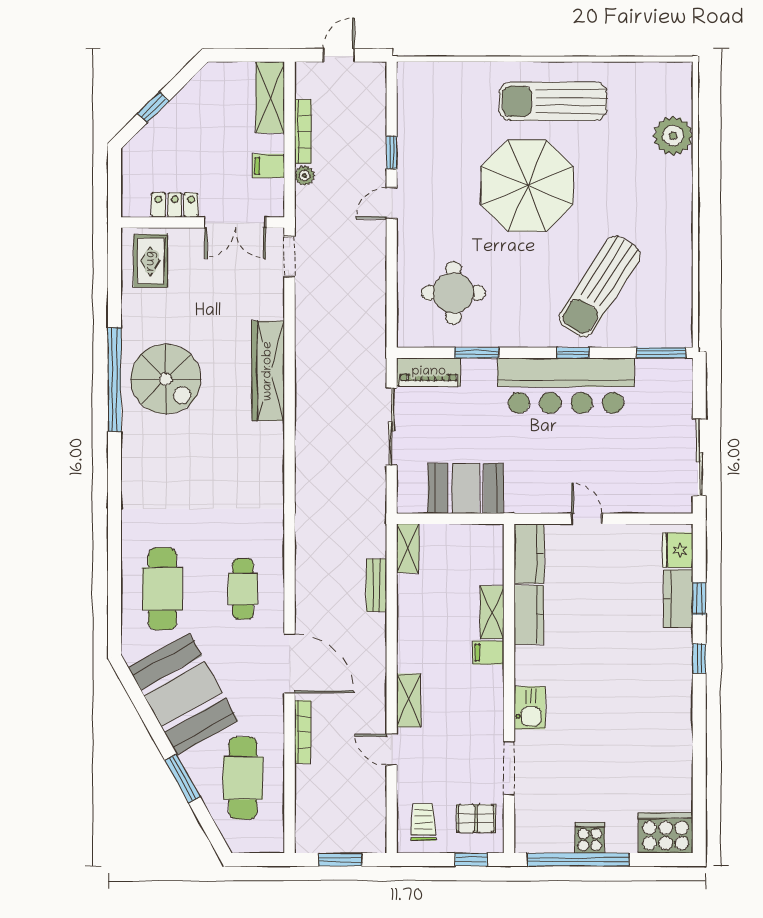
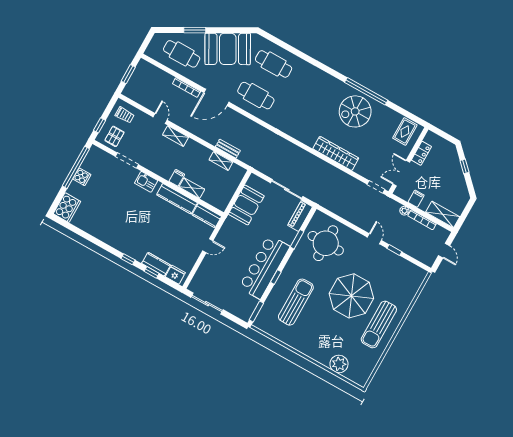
sun lounger: (553, 101) -> (379, 324), turned 180
rug: (151, 261) -> (405, 131), turned 90
sun lounger: (600, 287) -> (296, 302), turned 57
round table: (453, 293) -> (326, 243), width x1.36, depth x1.36
shelving: (408, 548) -> (221, 161), moved
cafe table: (243, 589) -> (256, 96), width x1.37, depth x1.35
kitchen counter: (529, 615) -> (177, 199), width x1.50
door: (392, 750) -> (160, 118), hinge flipped

